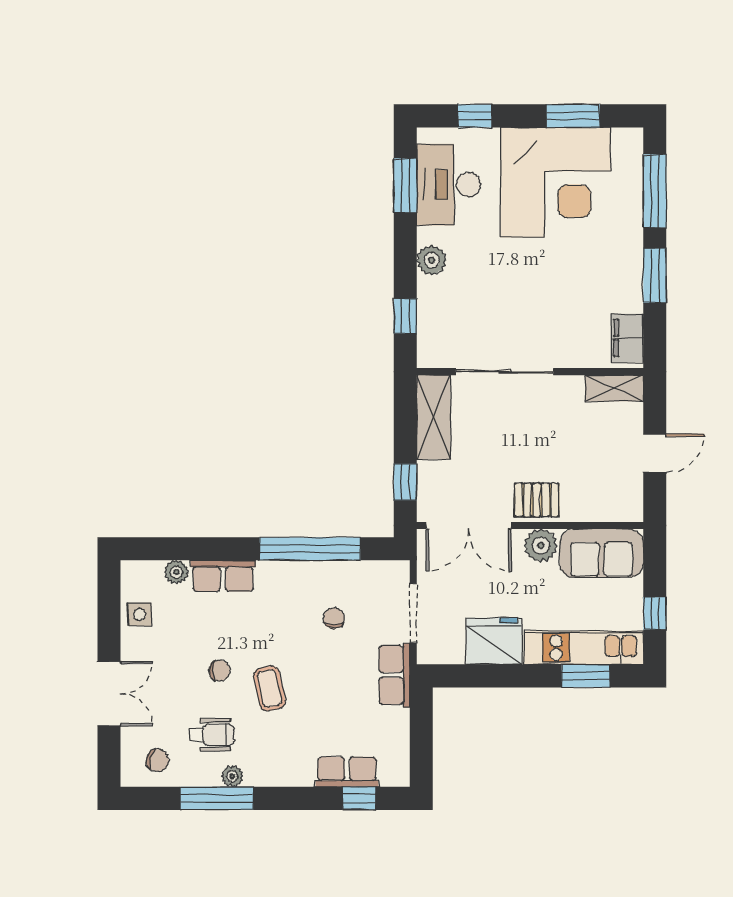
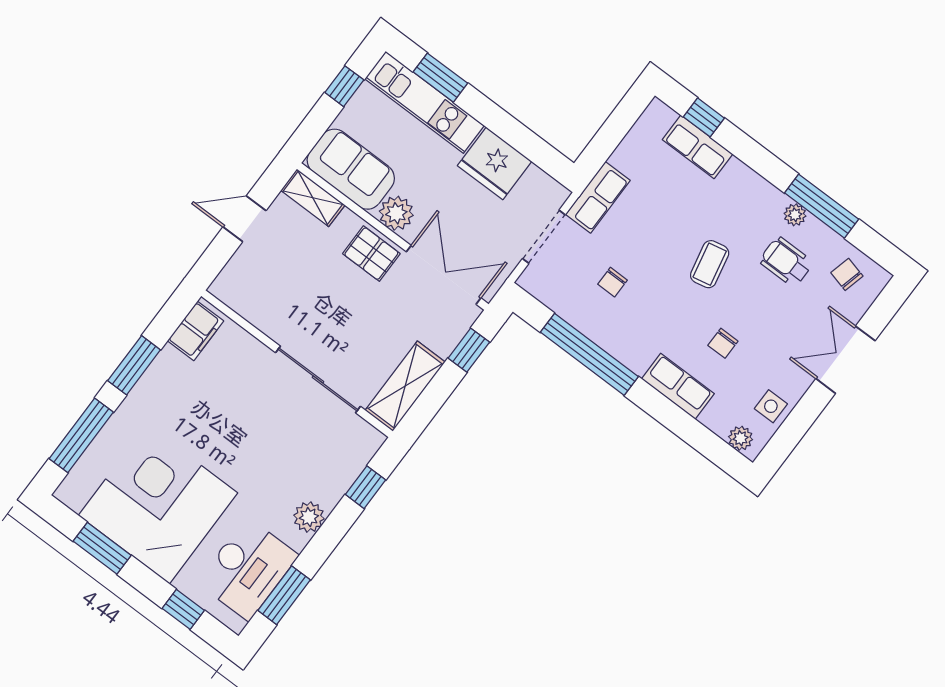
shelving: (614, 388) -> (313, 198), moved
plant: (176, 572) -> (741, 438), moved
chair: (220, 671) -> (723, 343), moved, turned -90

